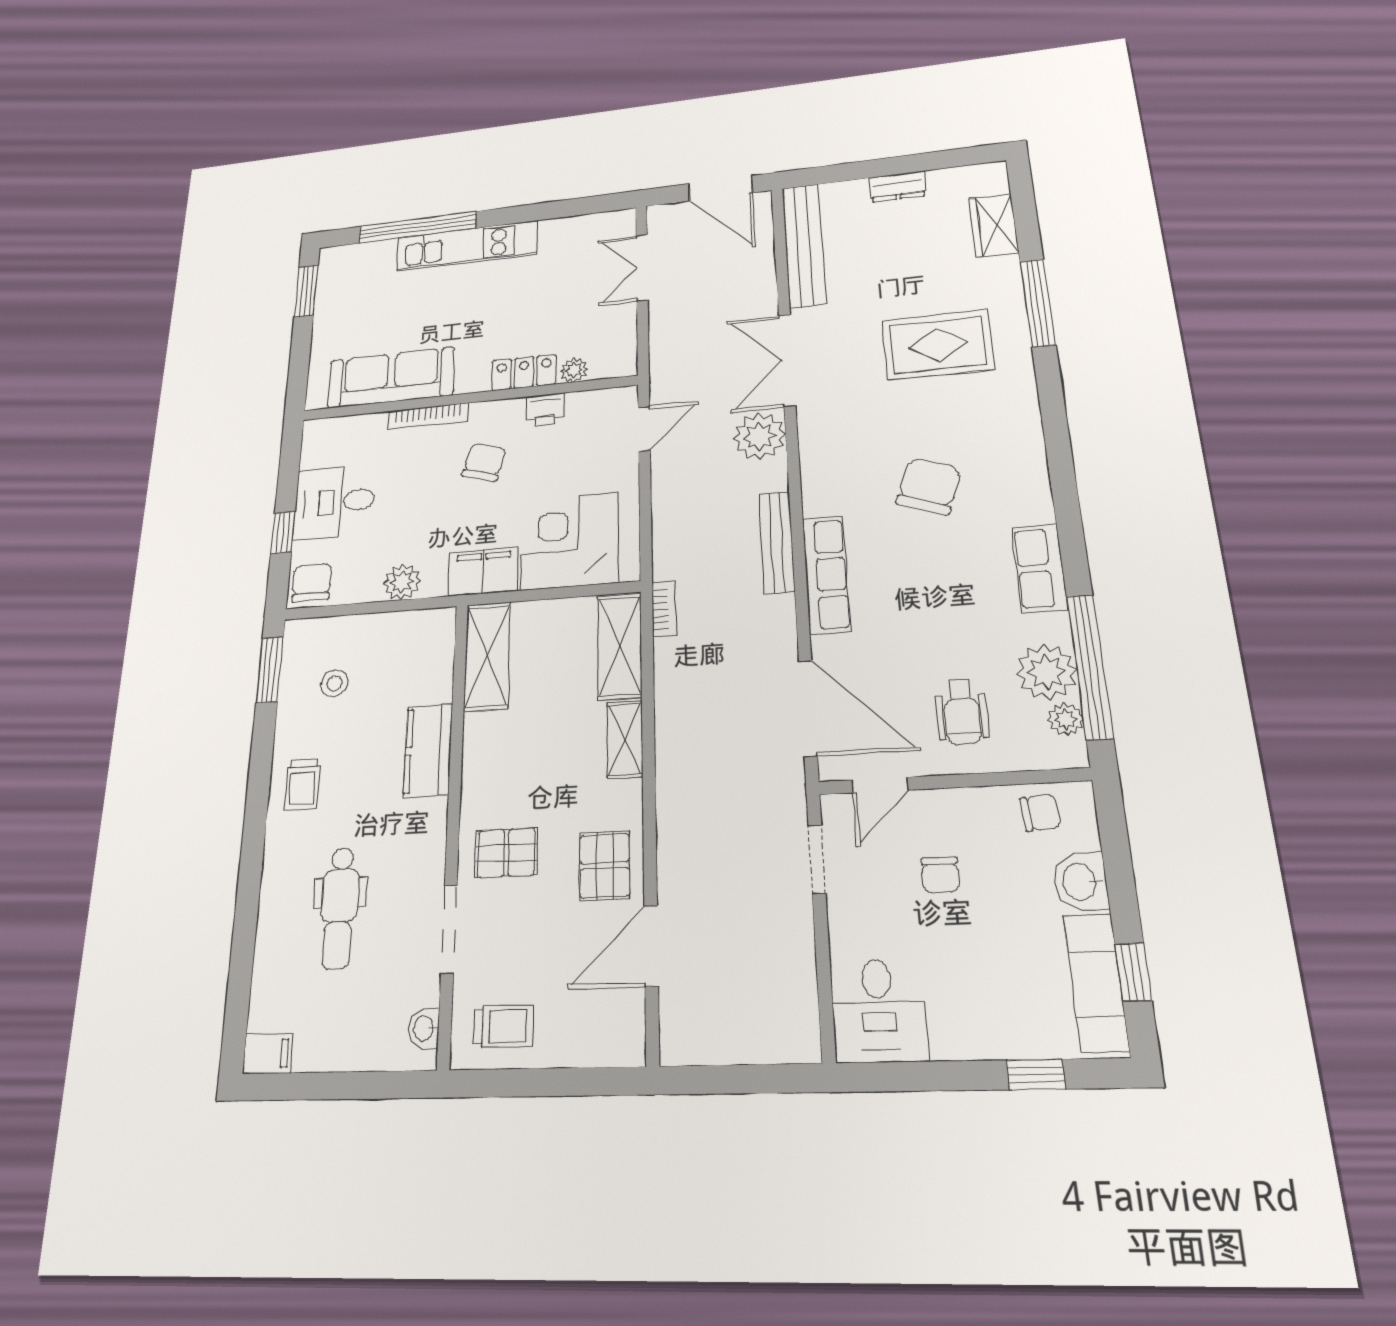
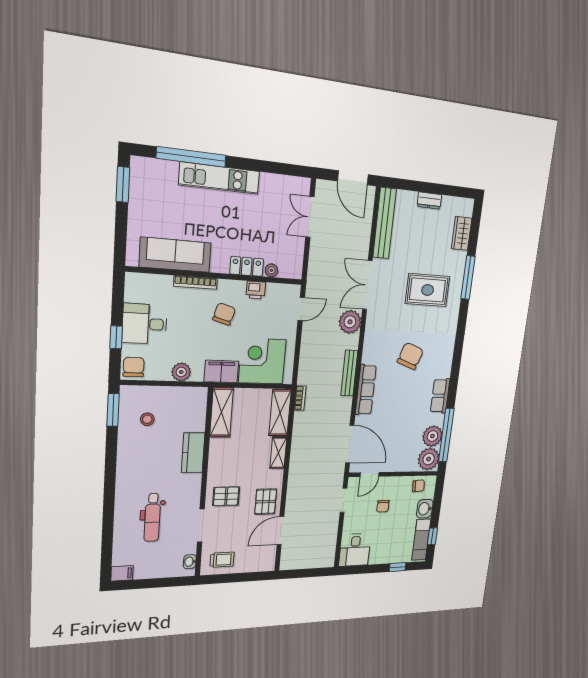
wheelchair: (962, 711) -> (402, 449), removed
plant: (1066, 719) -> (429, 459), width x1.87, depth x1.87
trolley: (302, 785) -> (133, 465), removed

